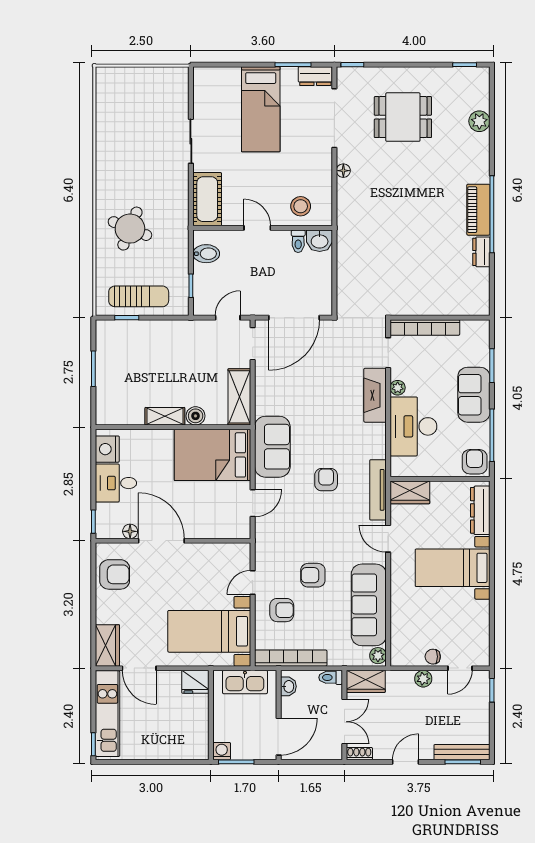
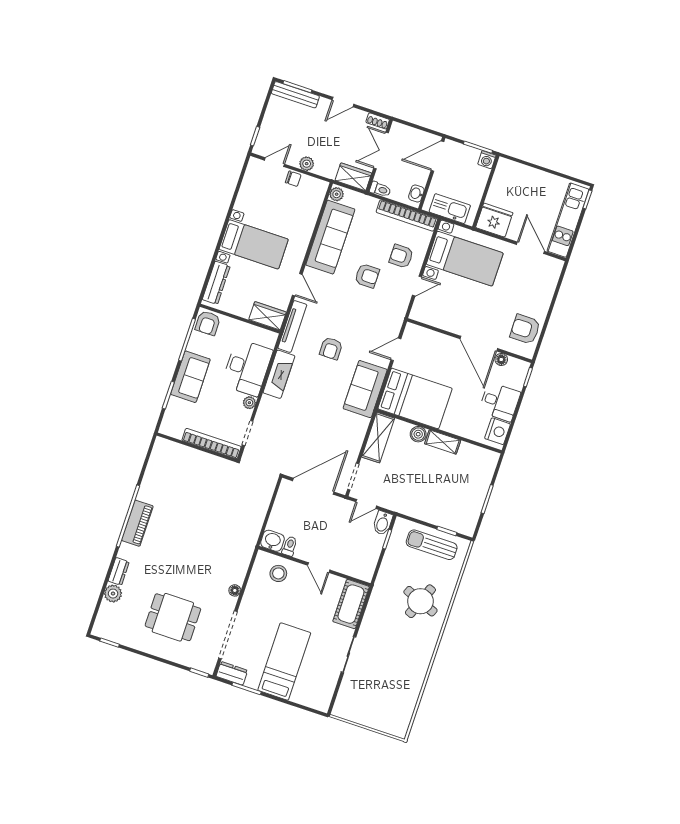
dresser: (481, 252) -> (119, 571), moved
bidet: (206, 254) -> (383, 523), moved, turned -90
fireplace: (375, 395) -> (279, 374), moved
wardrobe: (107, 645) -> (550, 275), removed
fridge: (195, 682) -> (494, 220), width x1.36, depth x1.34

